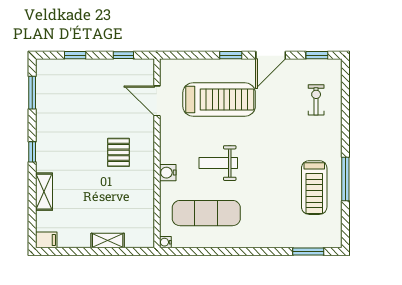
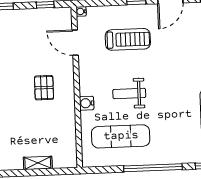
treadmill: (219, 99) -> (128, 39), width x0.73, depth x0.73
water cooler: (165, 242) -> (81, 11), moved
window: (243, 252) -> (153, 168), added

